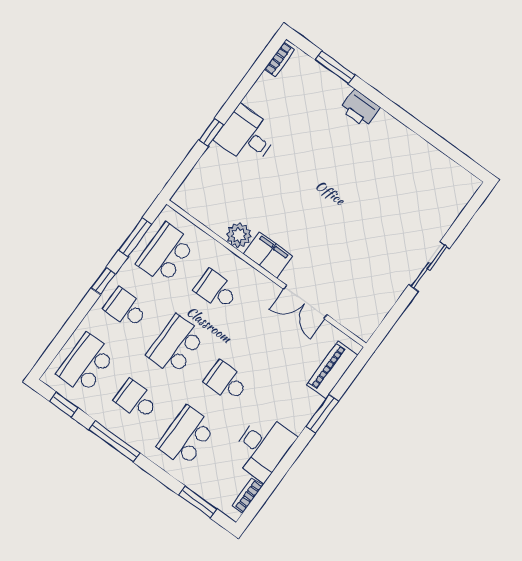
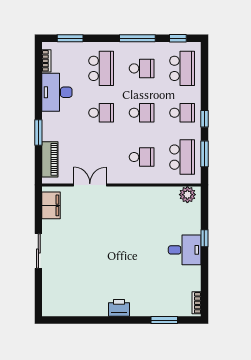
printer: (360, 108) -> (119, 308), moved
plant: (239, 235) -> (187, 195), moved
filing cabinet: (268, 255) -> (51, 205), moved, turned -90
school desk: (176, 345) -> (142, 113), width x0.54

